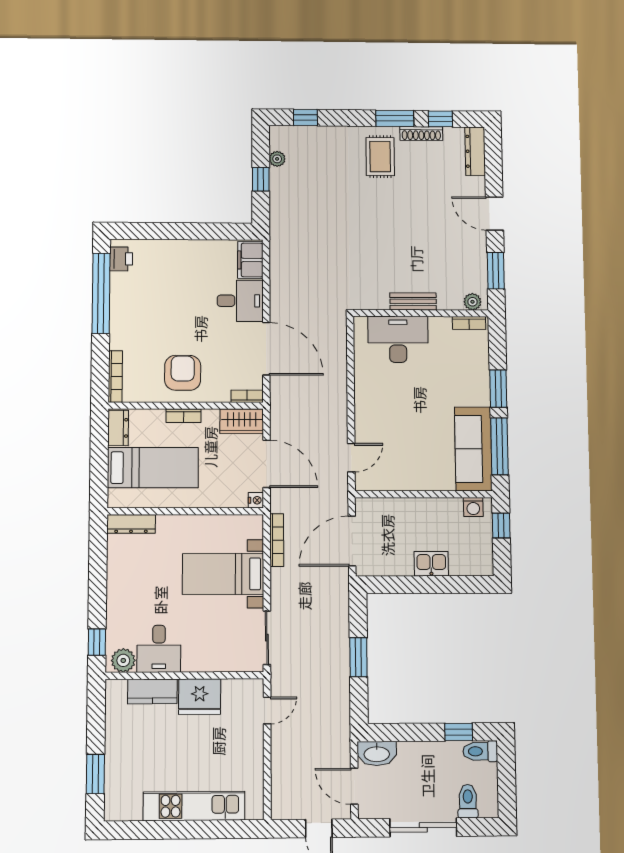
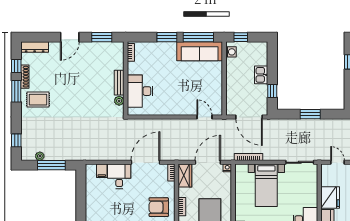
window: (261, 179) -> (51, 165), width x2.17
filing cabinet: (250, 260) -> (102, 171), width x0.50
plant: (472, 302) -> (119, 101), moved
window: (401, 585) -> (272, 91), added

